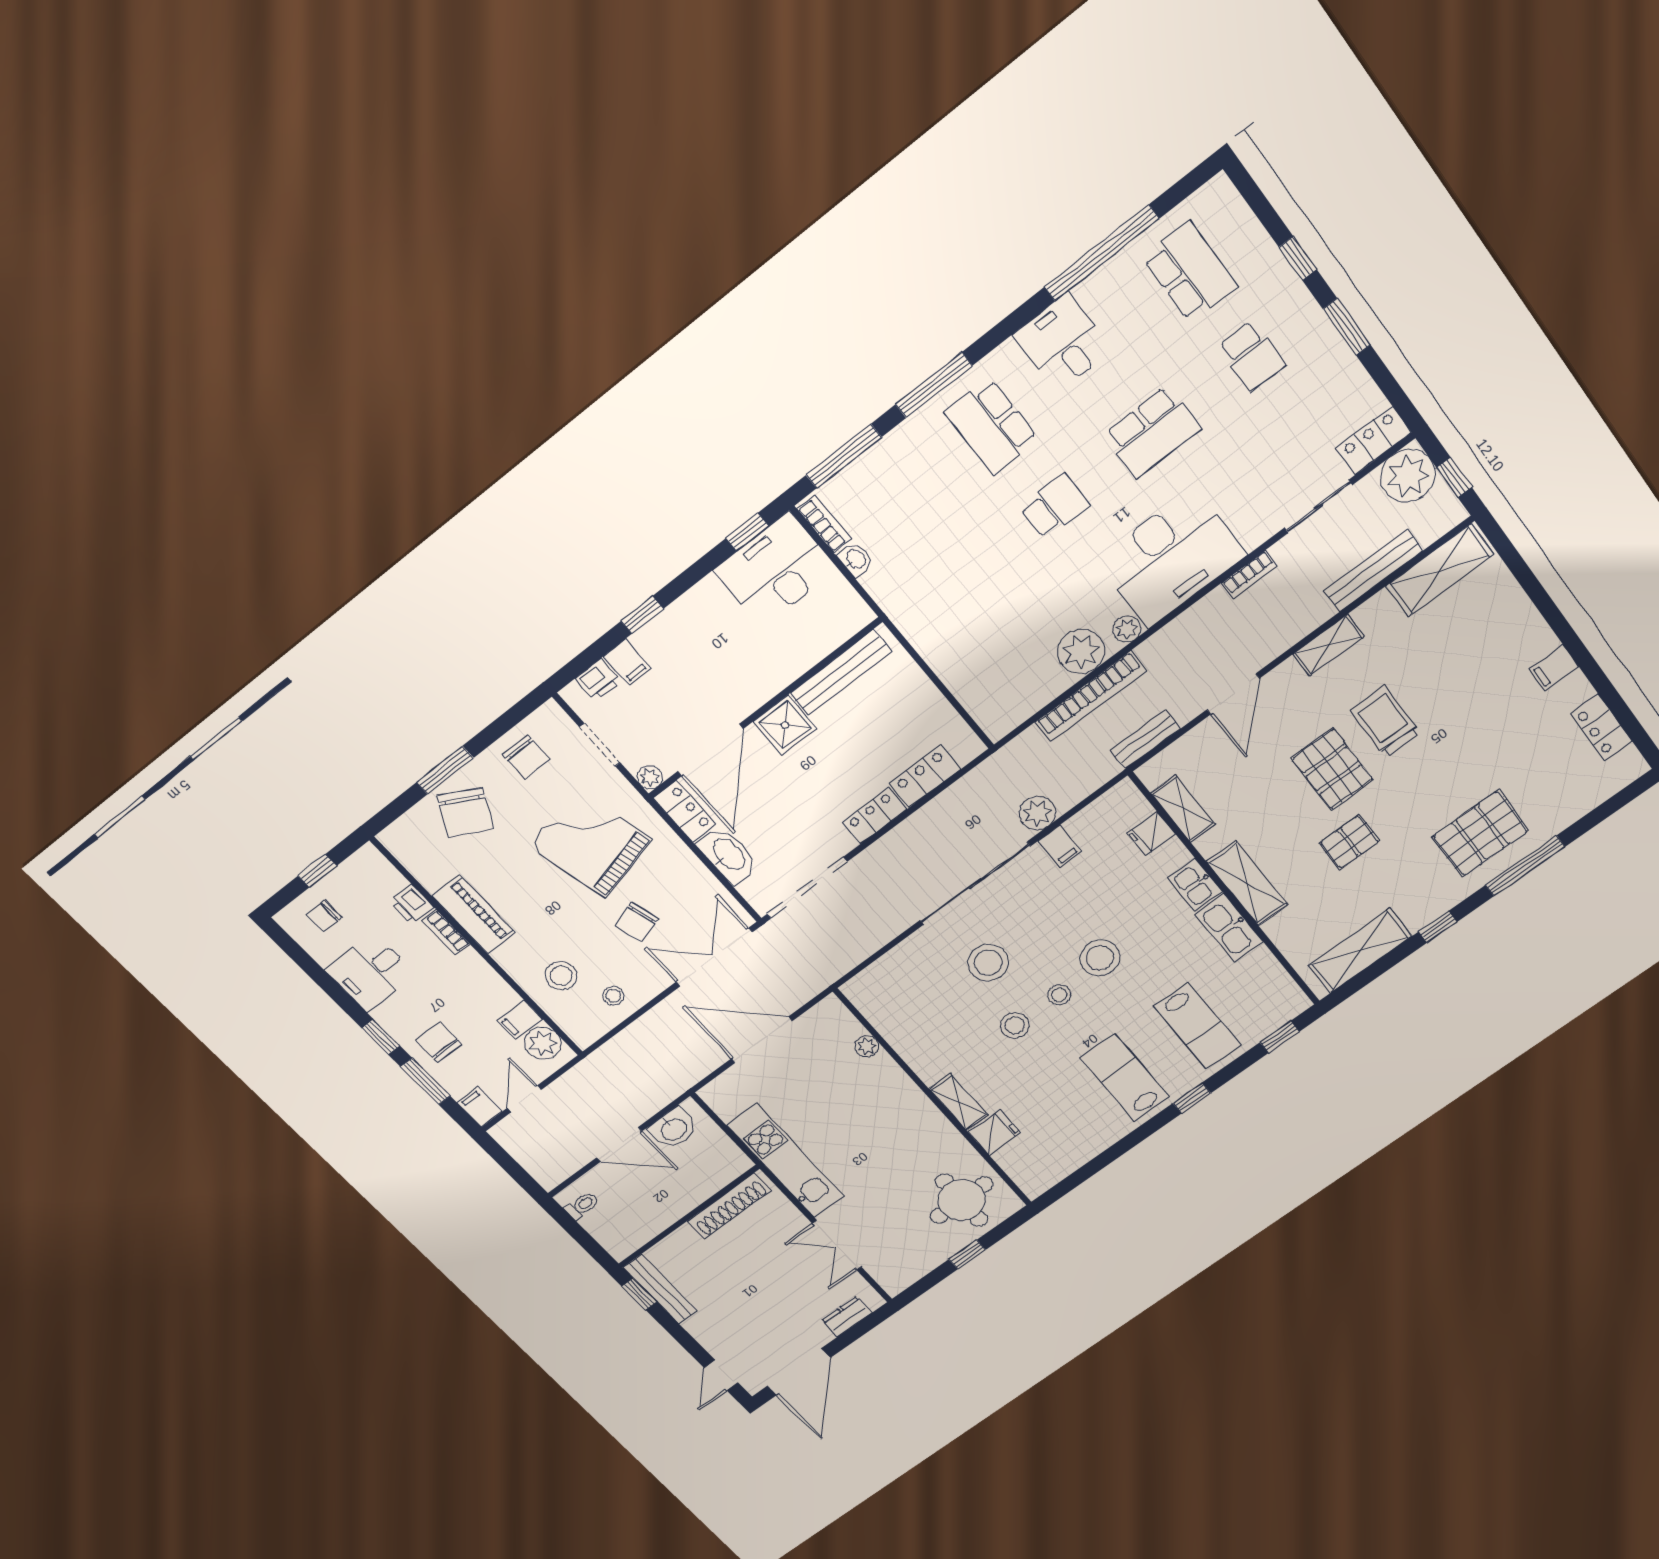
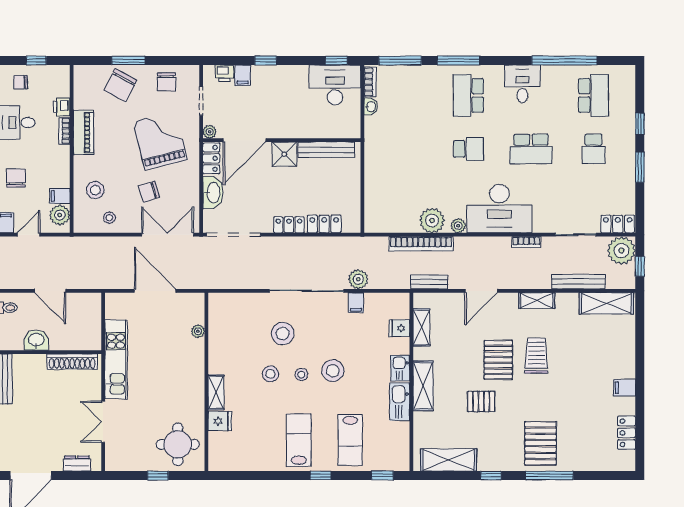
pallet: (1480, 834) -> (541, 443), turned 90
washbasin: (673, 1129) -> (36, 340), moved, turned 180

